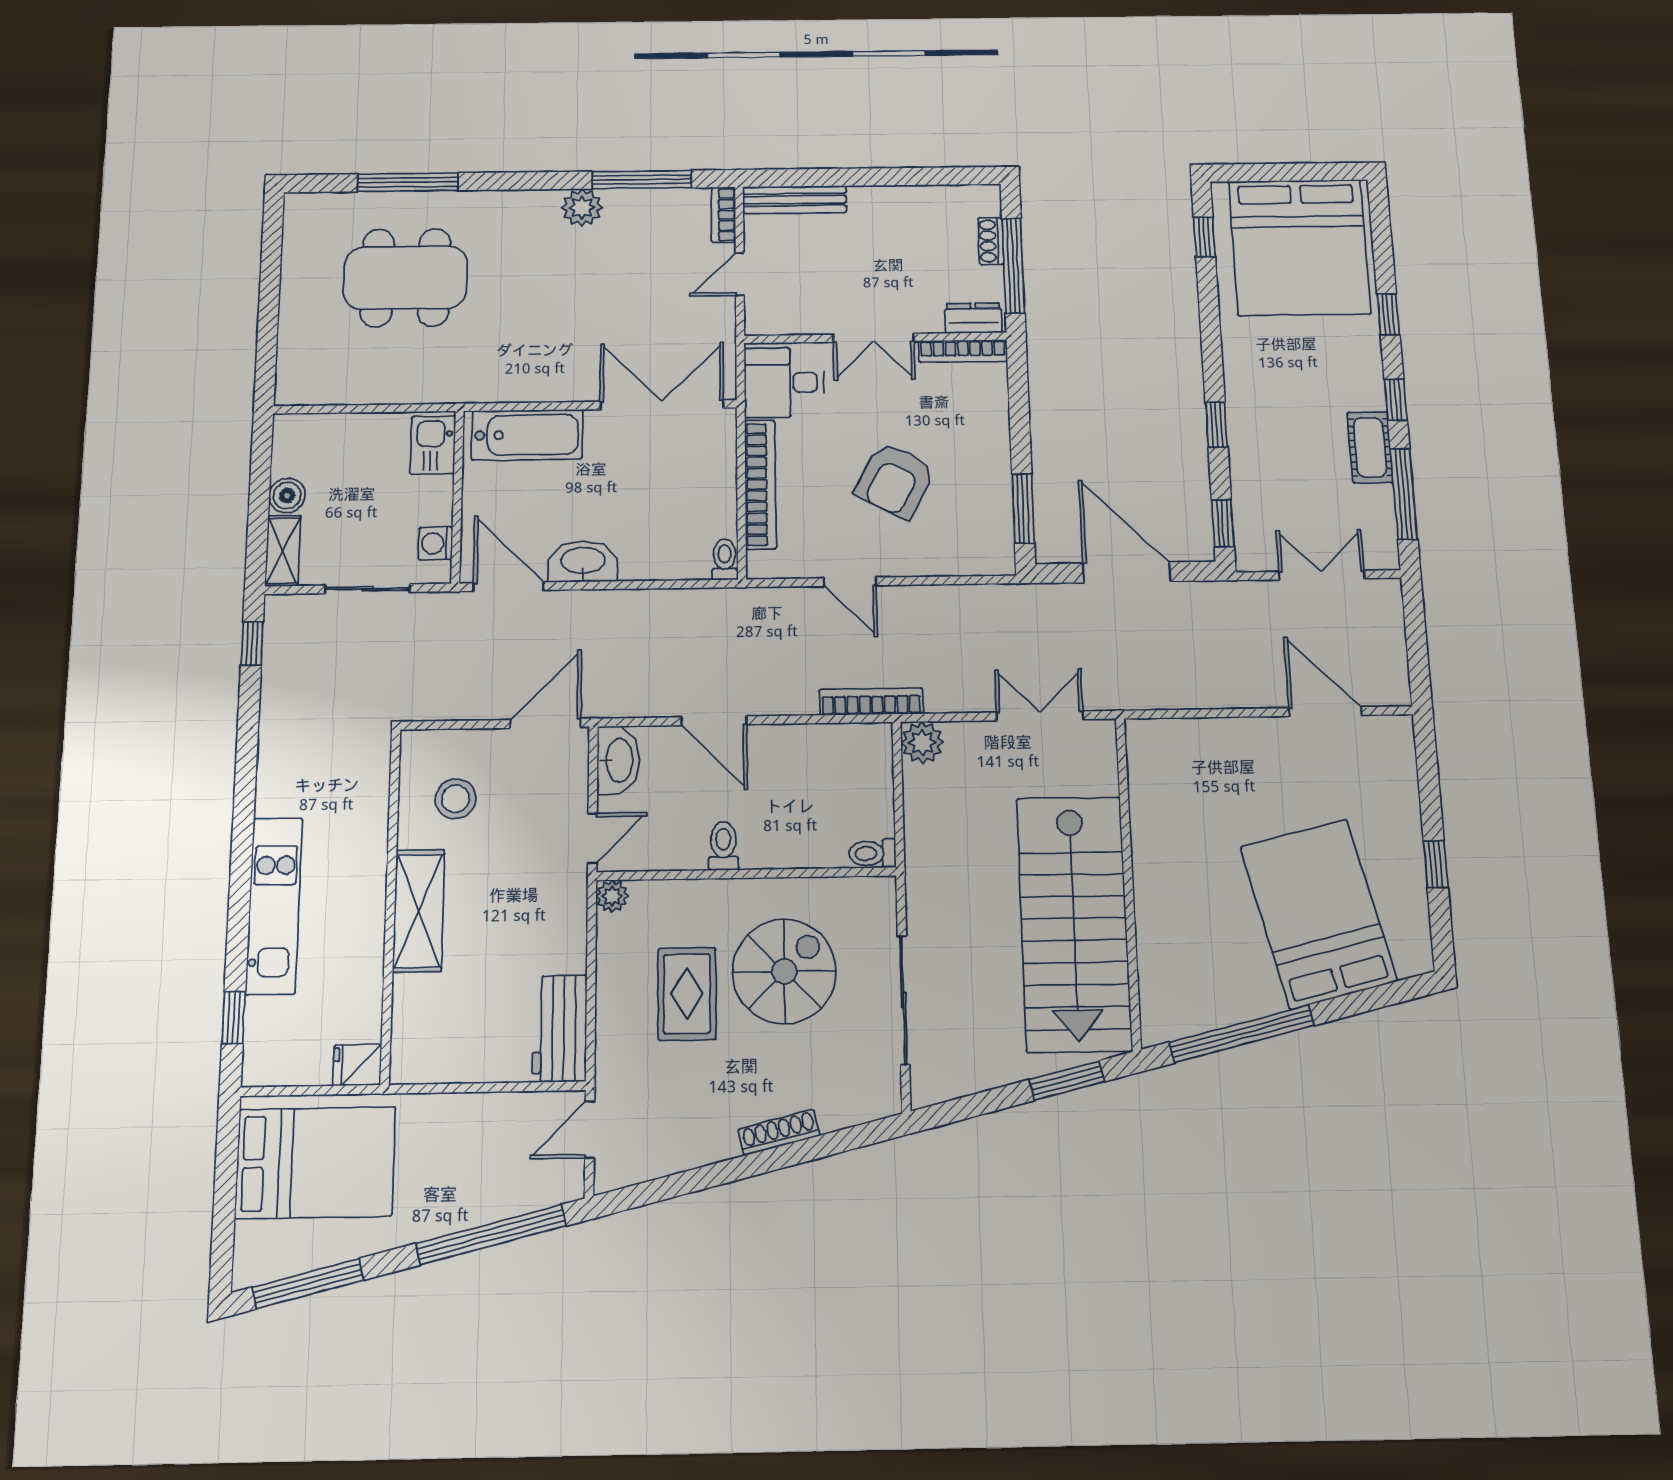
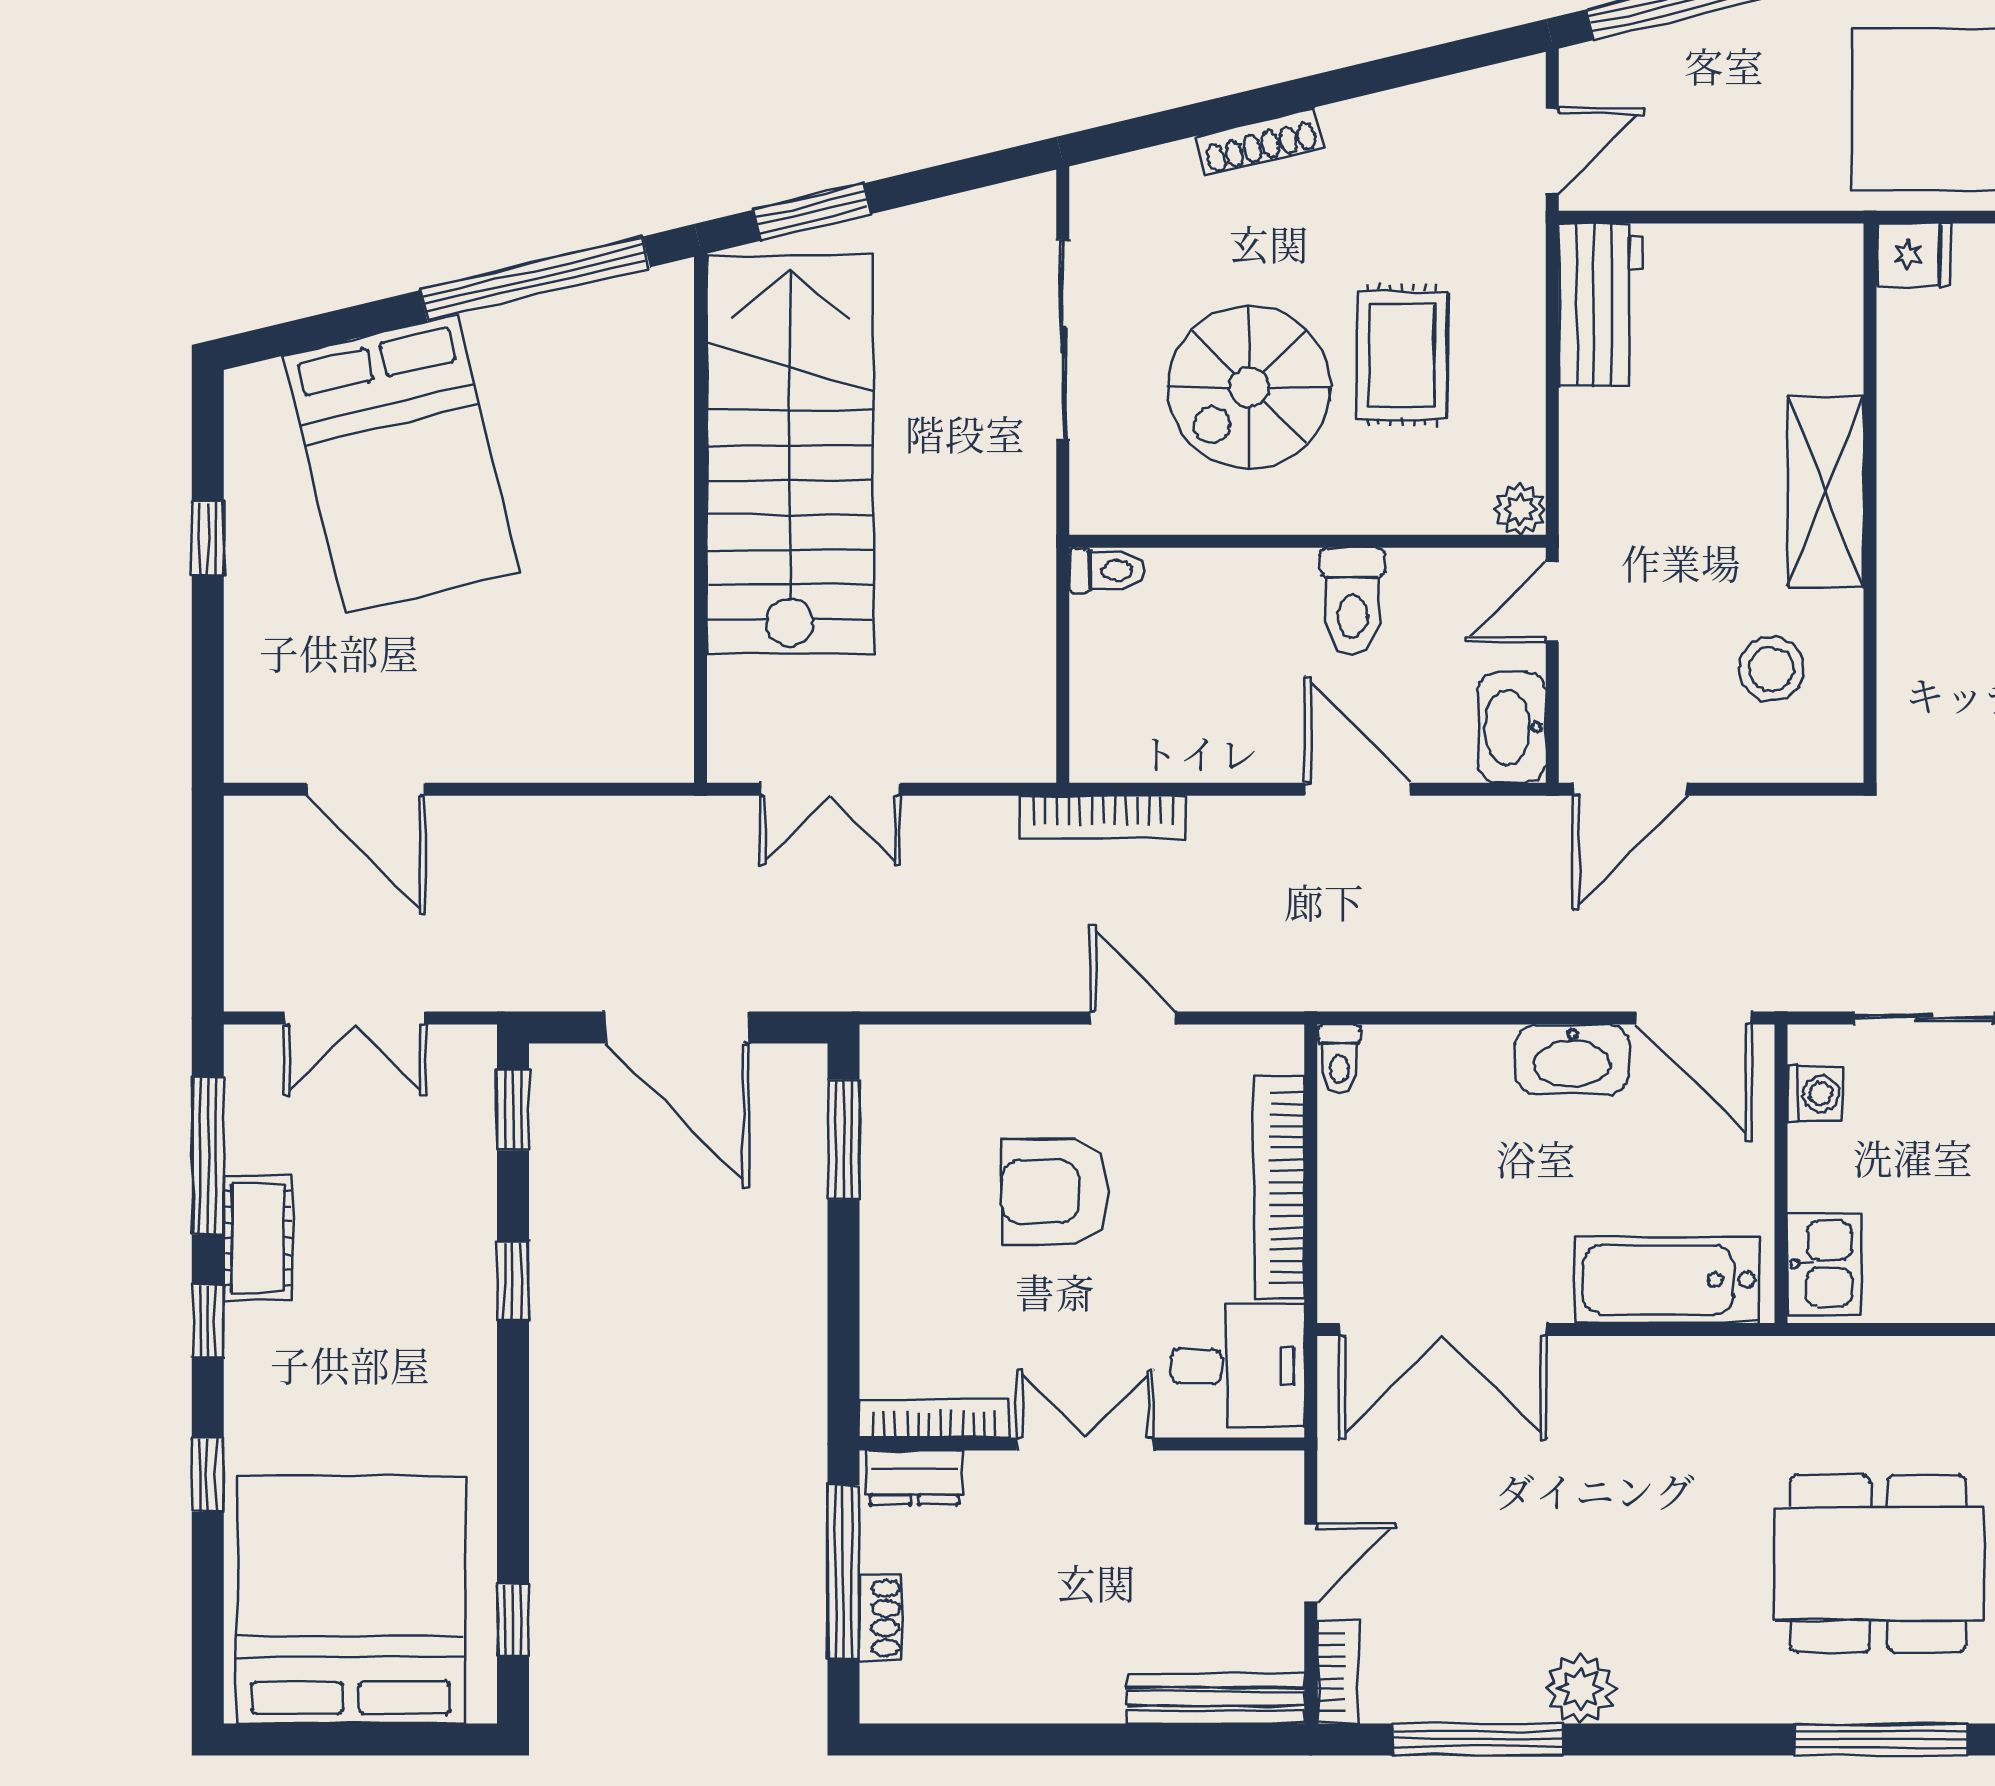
armchair: (895, 480) -> (1055, 1191), turned -118
plant: (922, 743) -> (1022, 748), removed
toilet: (723, 846) -> (1353, 601), width x1.37, depth x1.39

